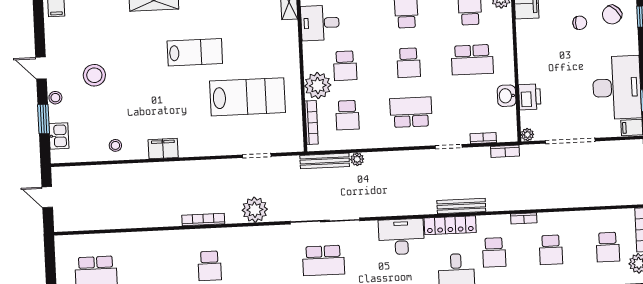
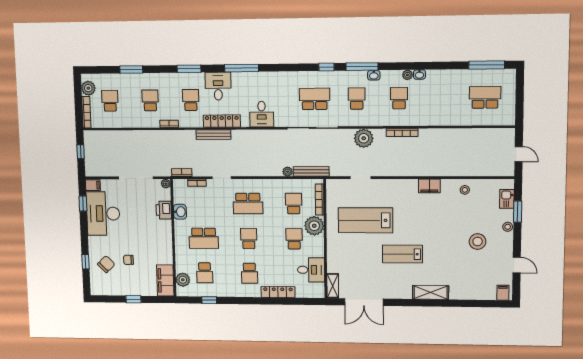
school desk: (472, 60) -> (204, 238), turned 180
door: (41, 68) -> (517, 265), moved
desk: (401, 237) -> (262, 114), width x0.73
school desk: (267, 263) -> (357, 99), added

